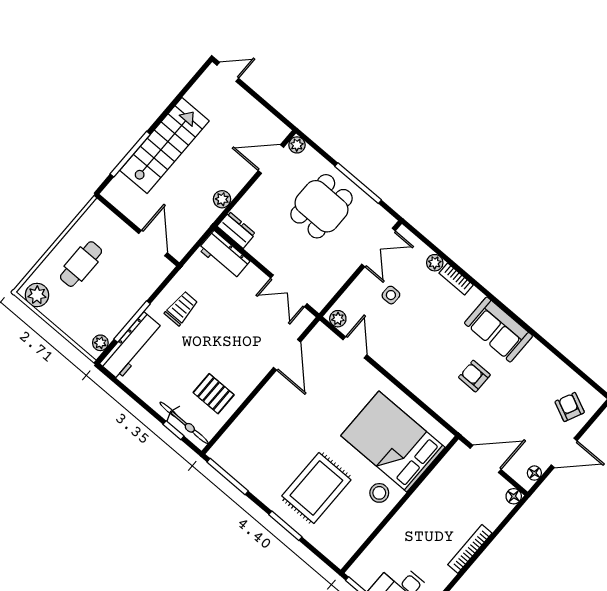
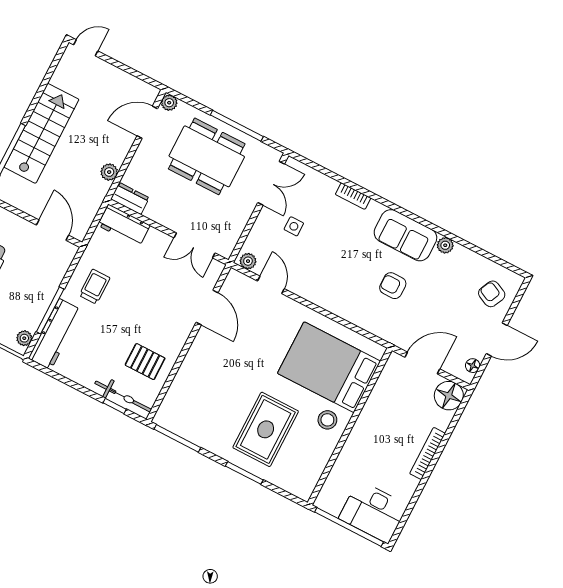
dining table: (321, 206) -> (207, 156), width x1.38
plant: (435, 263) -> (445, 245), moved
floor lamp: (514, 496) -> (449, 396), width x1.89, depth x1.89

